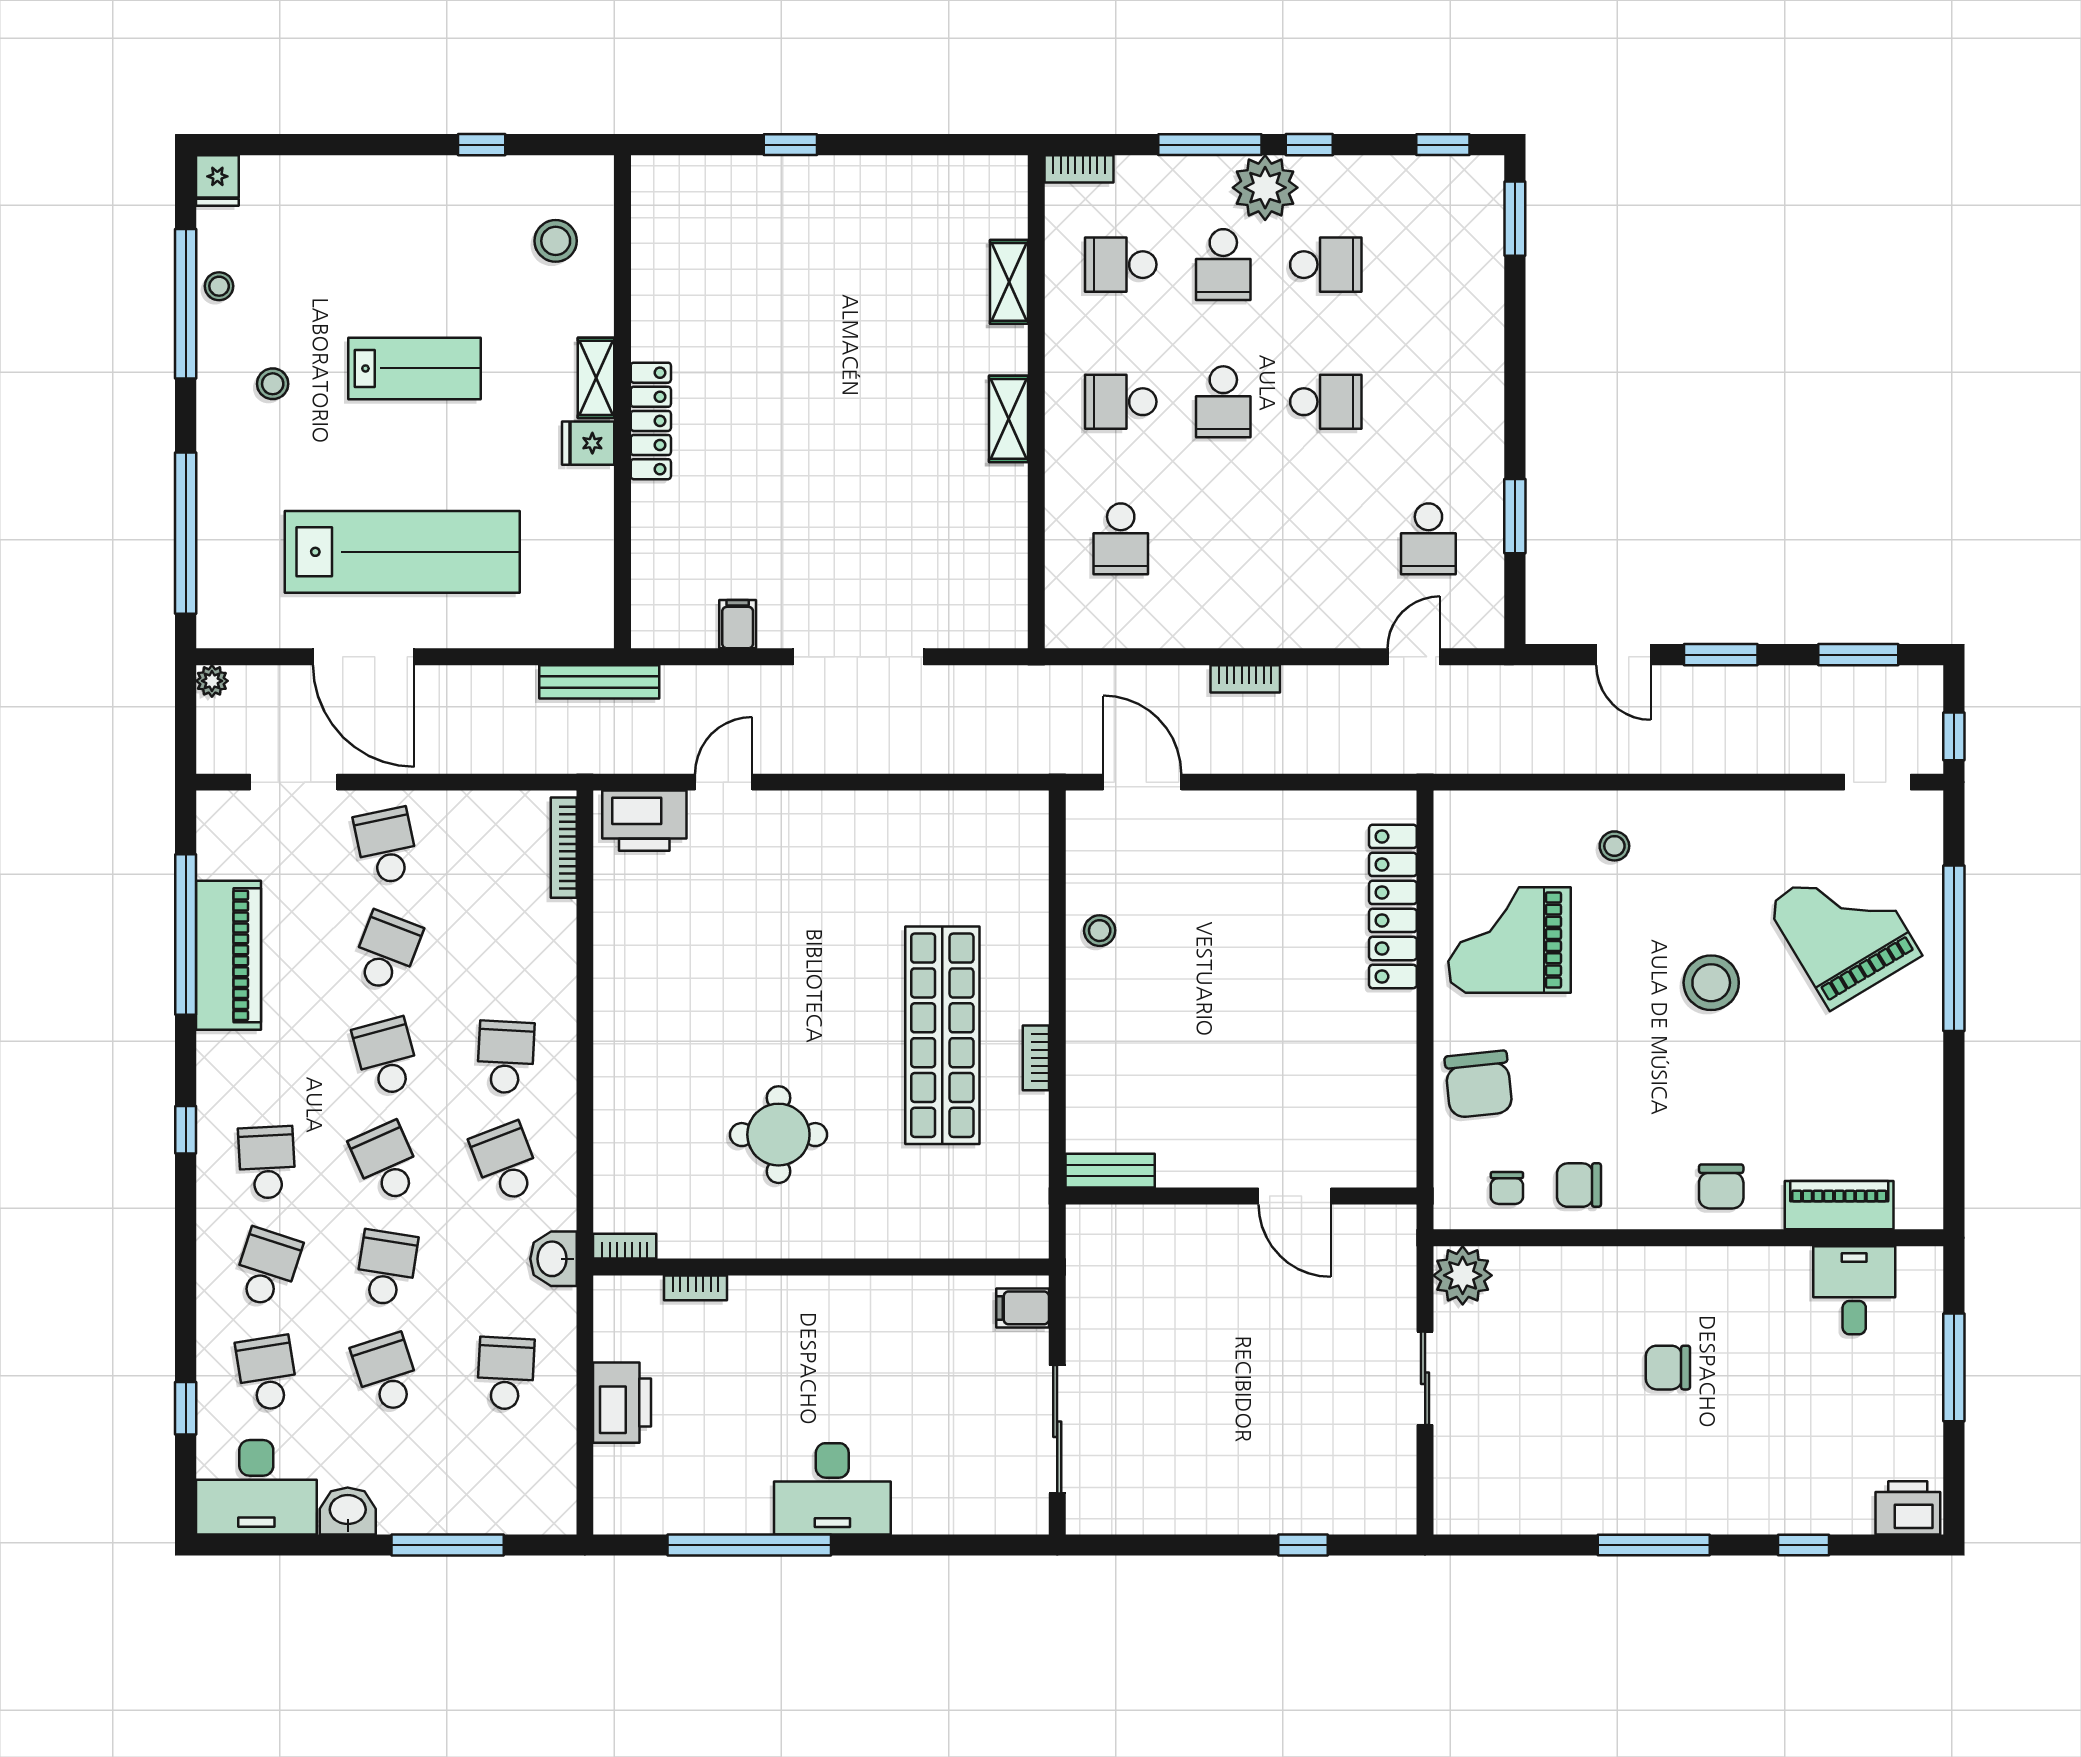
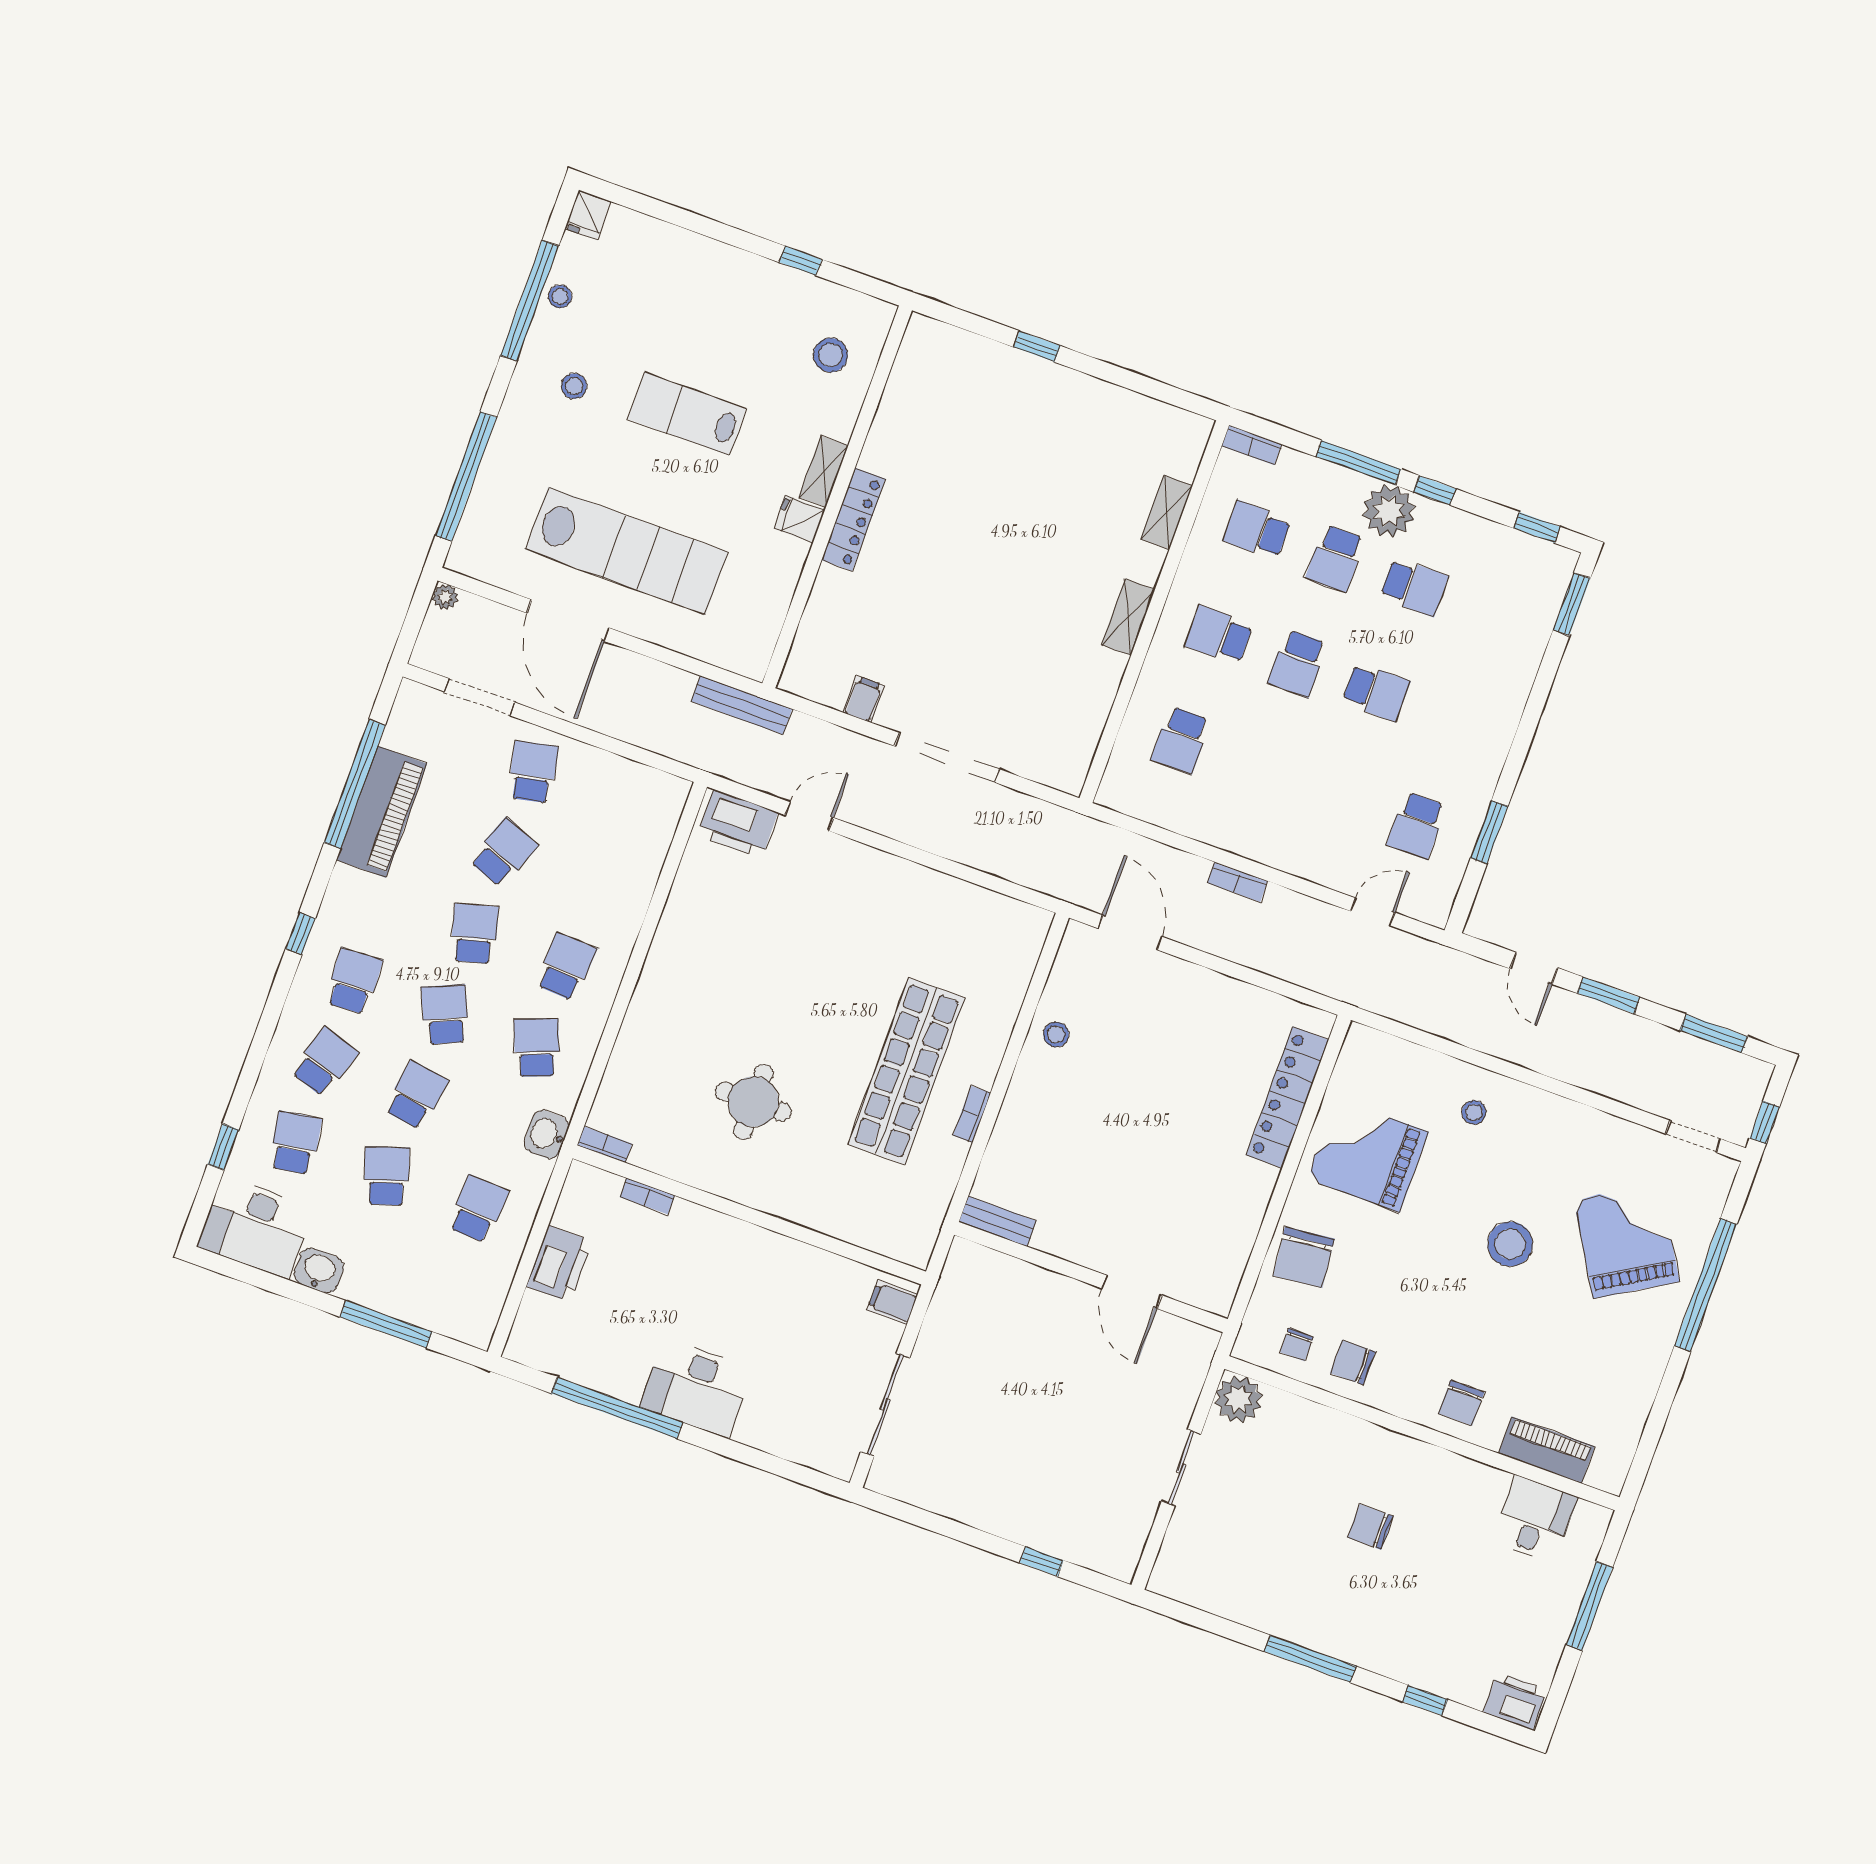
lab bench: (414, 368) -> (687, 414), turned 180
bookcase: (564, 848) -> (668, 822), removed

